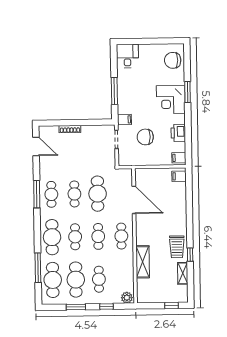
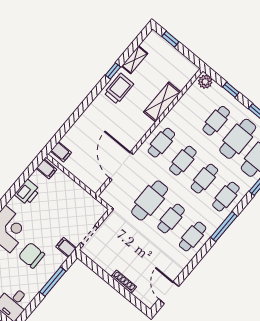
chair: (145, 137) -> (32, 255), moved, turned 180
window: (37, 194) -> (224, 227), moved
cafe table: (52, 237) -> (226, 197), width x0.73, depth x0.74

